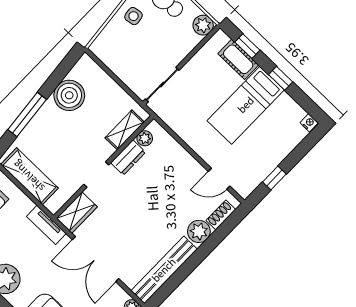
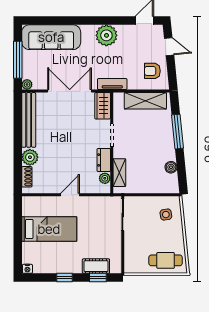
side table: (134, 16) -> (166, 215), moved
plant: (203, 25) -> (131, 266), removed
boiler: (69, 95) -> (171, 167), width x0.54, depth x0.54
bed: (246, 105) -> (49, 229), moved, turned 90
window: (274, 178) -> (18, 223), removed
door: (219, 179) -> (70, 195), moved

